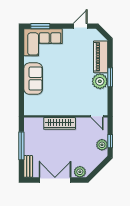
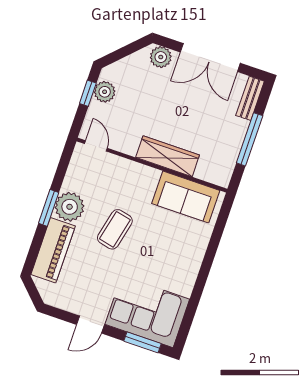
door: (80, 26) -> (90, 325), moved
coffee table: (73, 78) -> (115, 229), added
sofa: (33, 79) -> (186, 197), moved, turned -90

